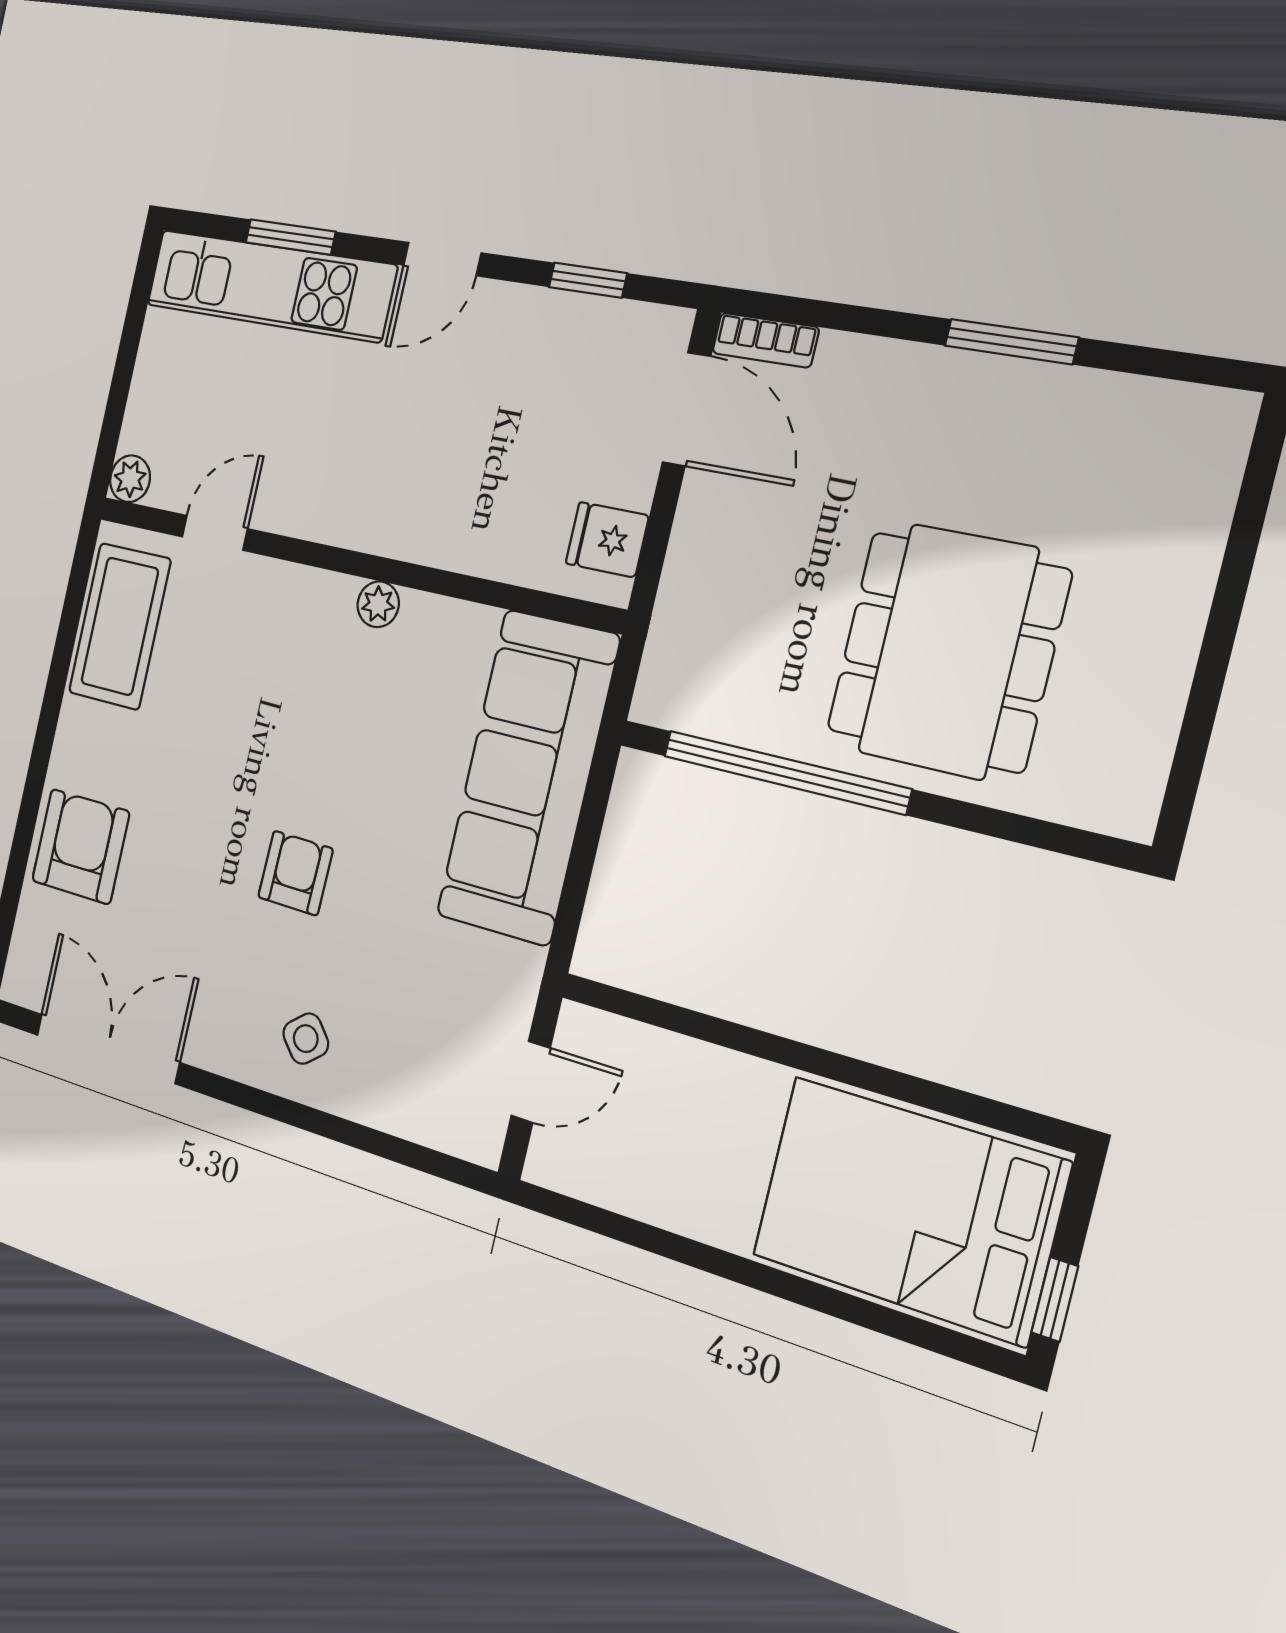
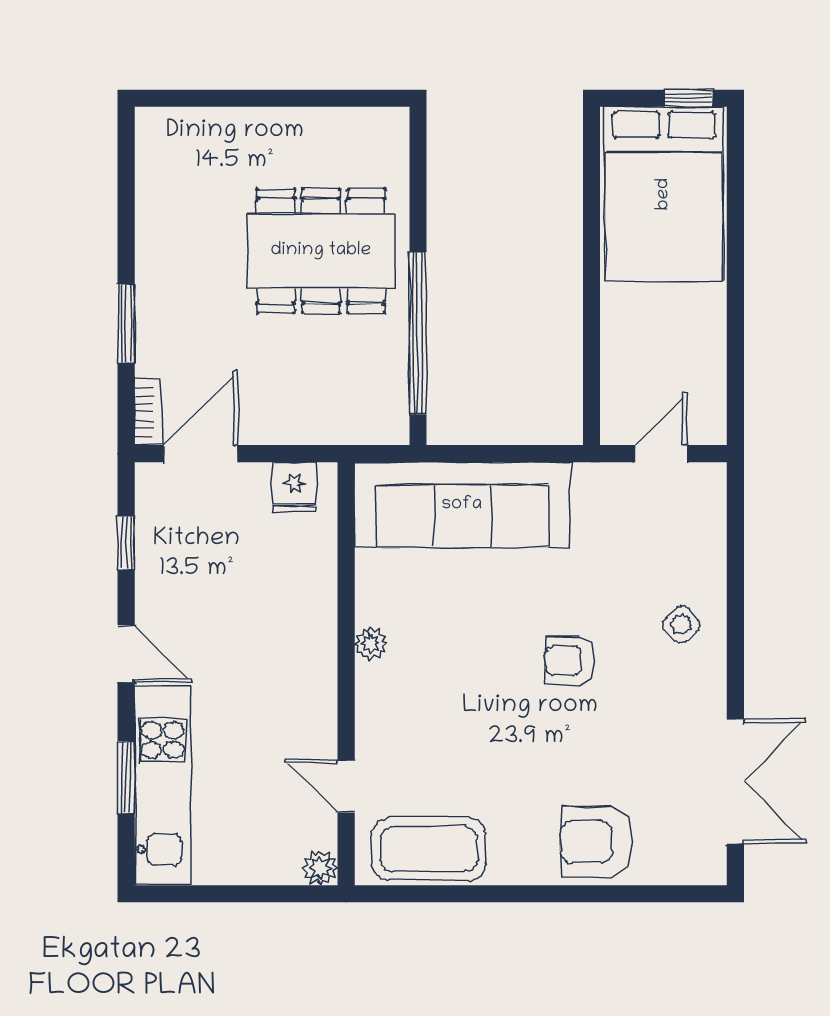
window: (1011, 342) -> (126, 323), moved
double door: (107, 1049) -> (735, 782), swing flipped
door: (531, 1082) -> (661, 454), hinge flipped

